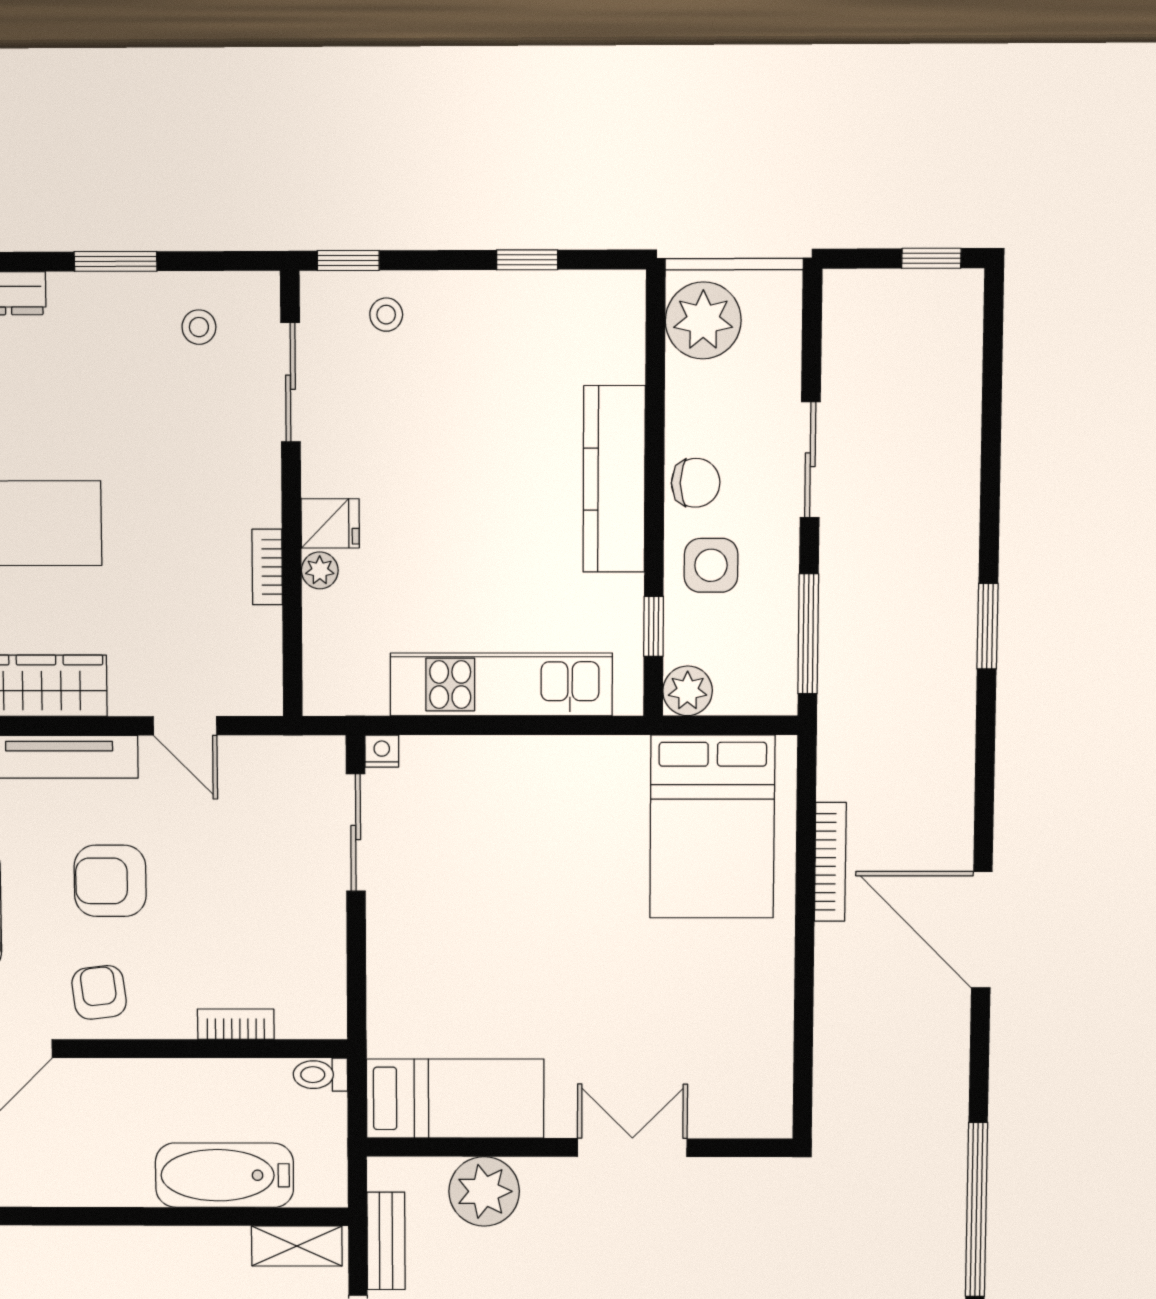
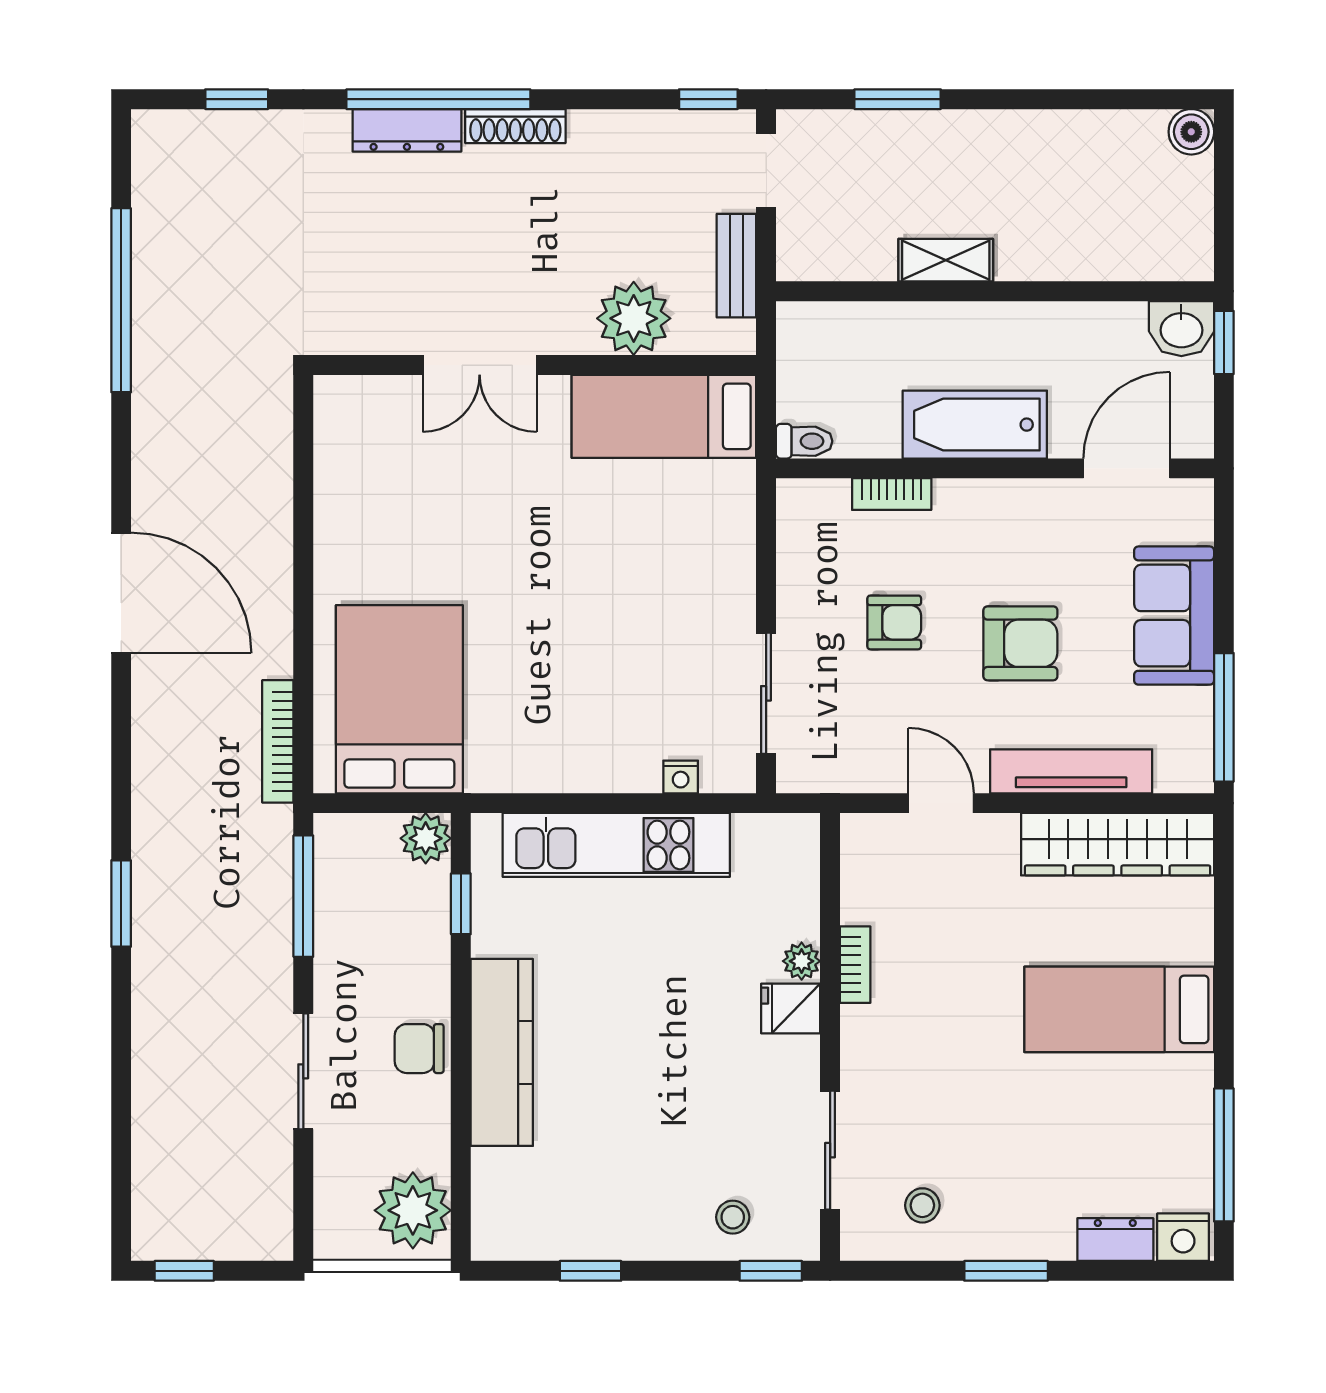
side table: (711, 565) -> (403, 966), removed
nightstand: (382, 751) -> (681, 777), moved
bookcase: (830, 862) -> (278, 741), moved
armchair: (99, 992) -> (894, 622), moved, turned -83
bathtub: (224, 1175) -> (975, 425), moved, turned 180
shelving: (297, 1246) -> (946, 260), moved

